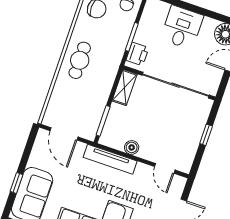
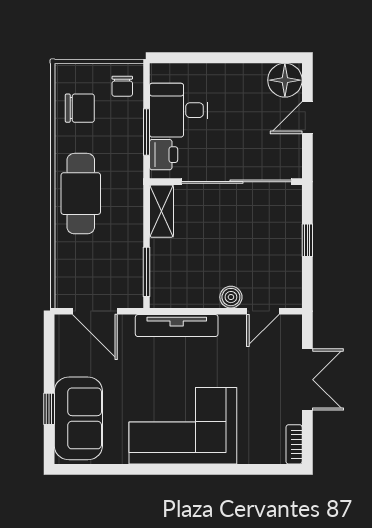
desk: (182, 27) -> (179, 110), moved, turned -90
cafe table: (80, 60) -> (81, 194), width x1.37, depth x1.35
boiler: (132, 147) -> (231, 297), moved
door: (165, 168) -> (263, 311), hinge flipped

